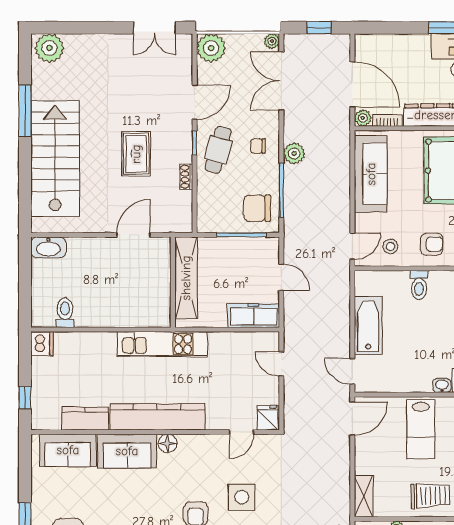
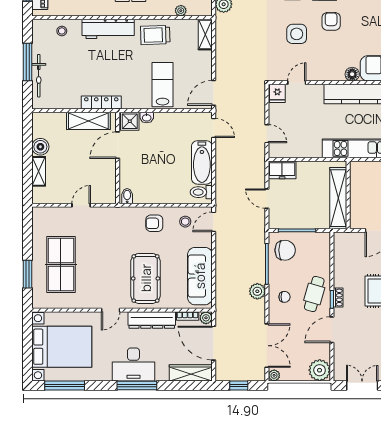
wardrobe: (383, 45) -> (191, 373), added
shoe rack: (186, 177) -> (338, 298), moved
toilet: (419, 285) -> (201, 192), moved, turned -90
freezer: (254, 316) -> (282, 170), width x0.71

